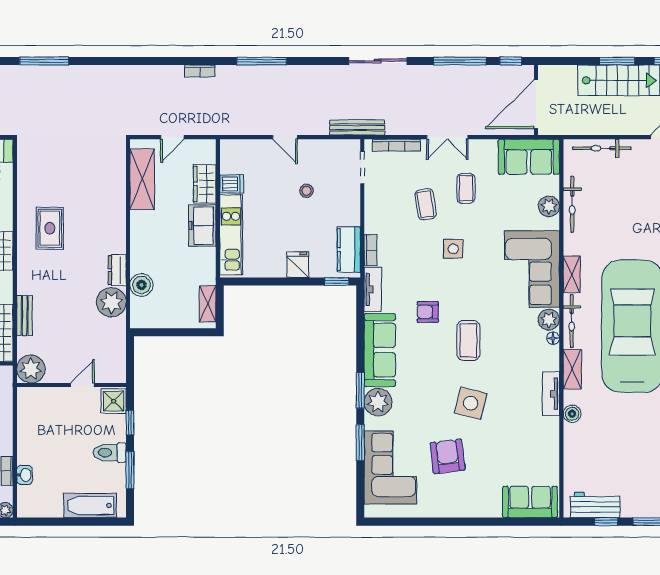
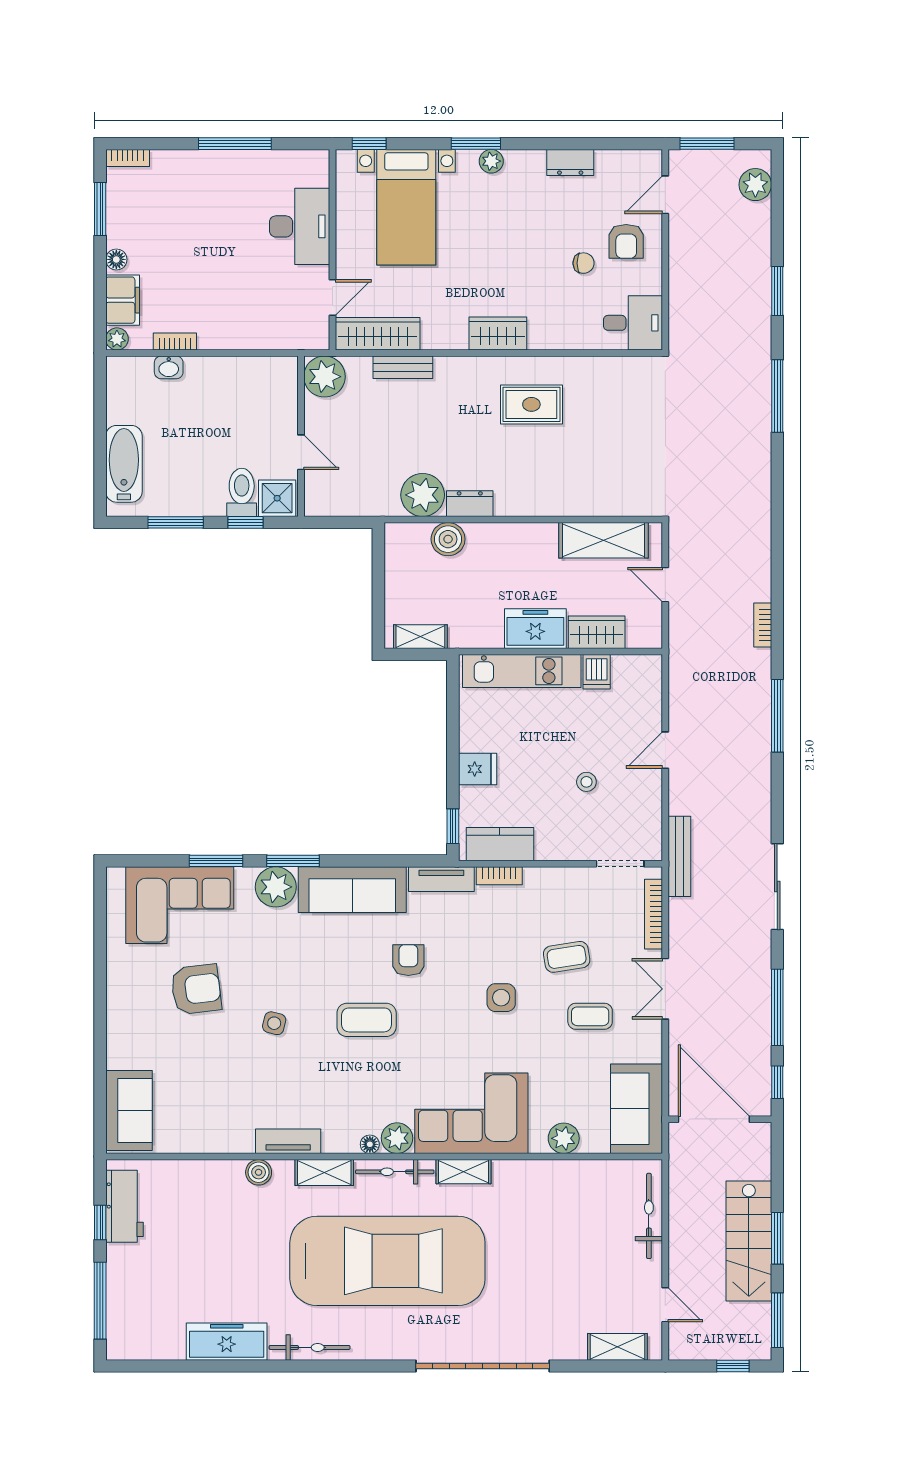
bicycle: (572, 204) -> (567, 1172), removed
side table: (471, 403) -> (274, 1023), width x0.54, depth x0.54
toilet: (110, 453) -> (242, 492), moved

